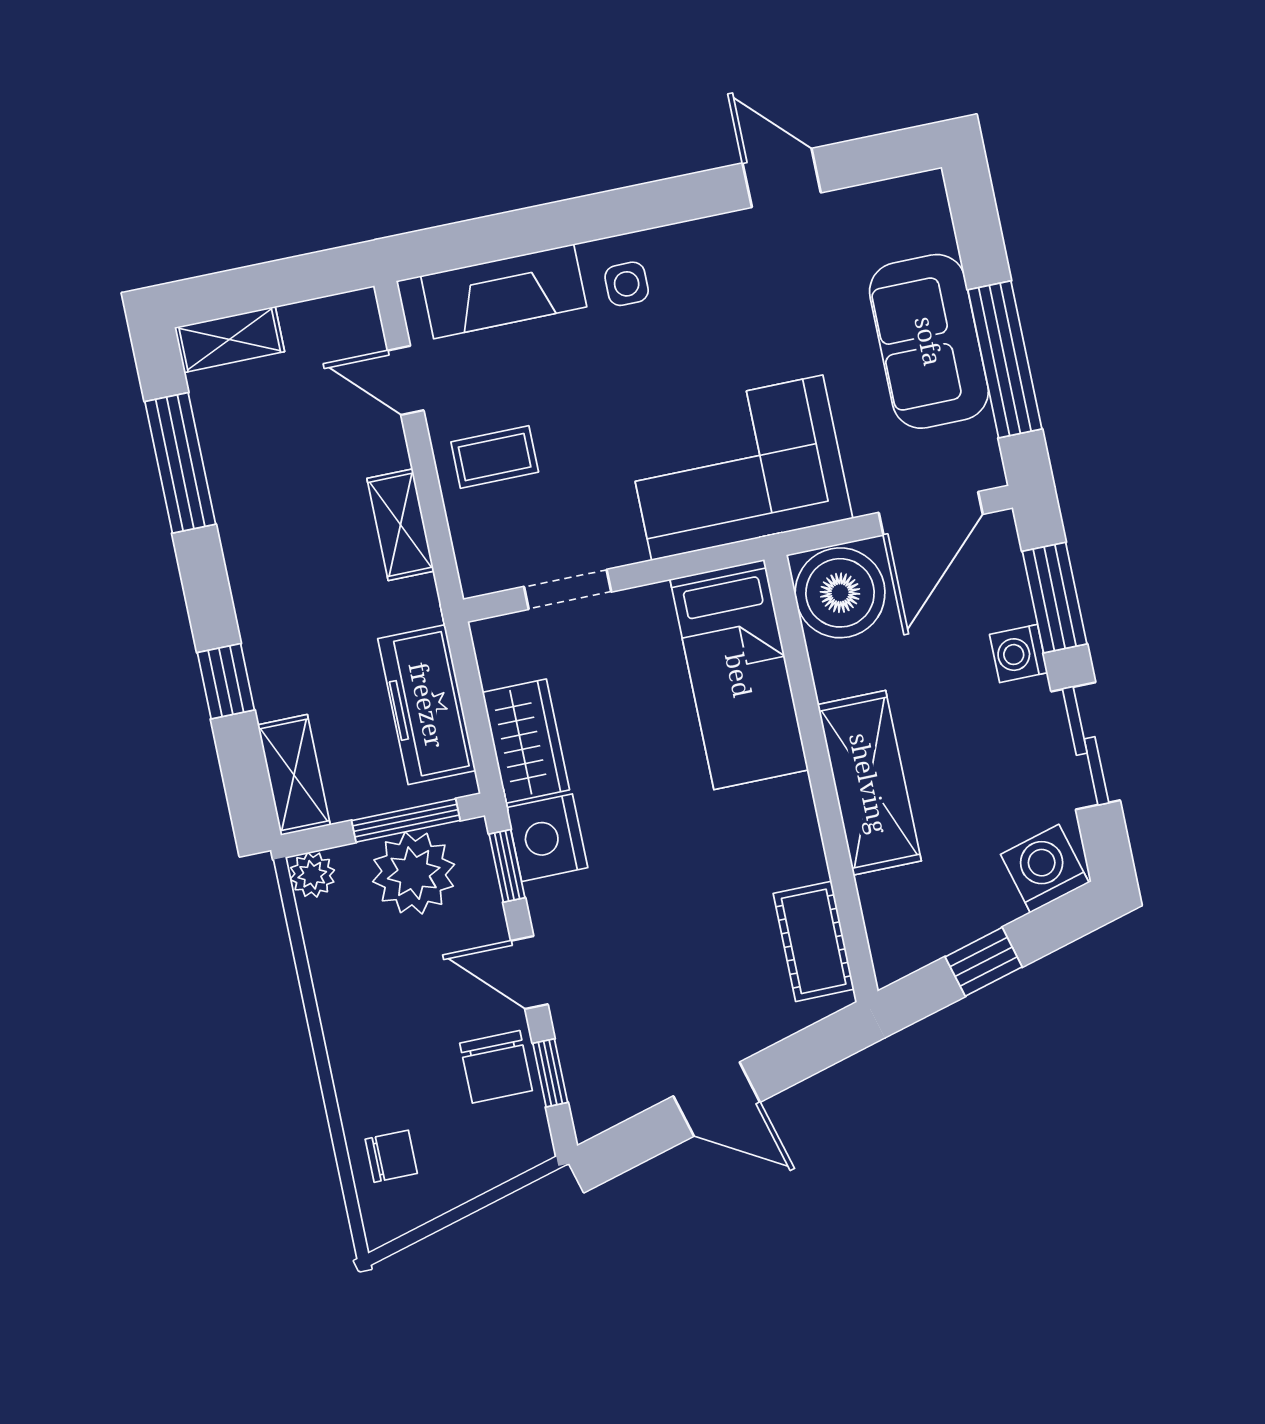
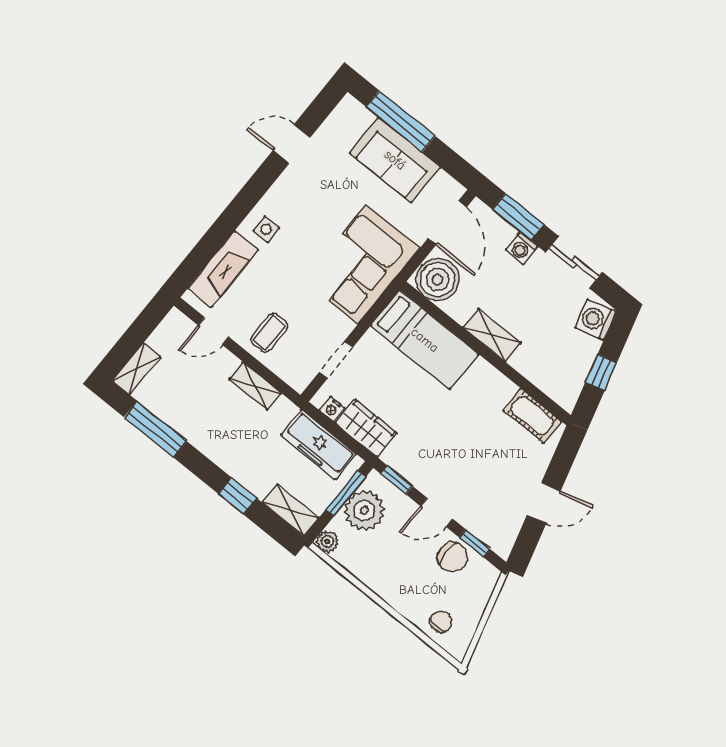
window: (1005, 359) -> (401, 121), moved
shelving: (869, 783) -> (492, 335), width x0.67, depth x0.75
nightstand: (547, 838) -> (332, 409), moved, width x0.53, depth x0.56

